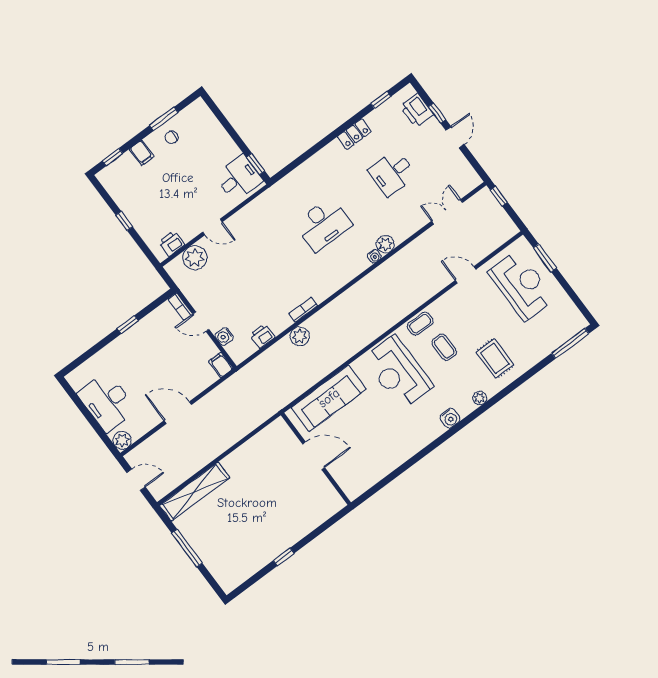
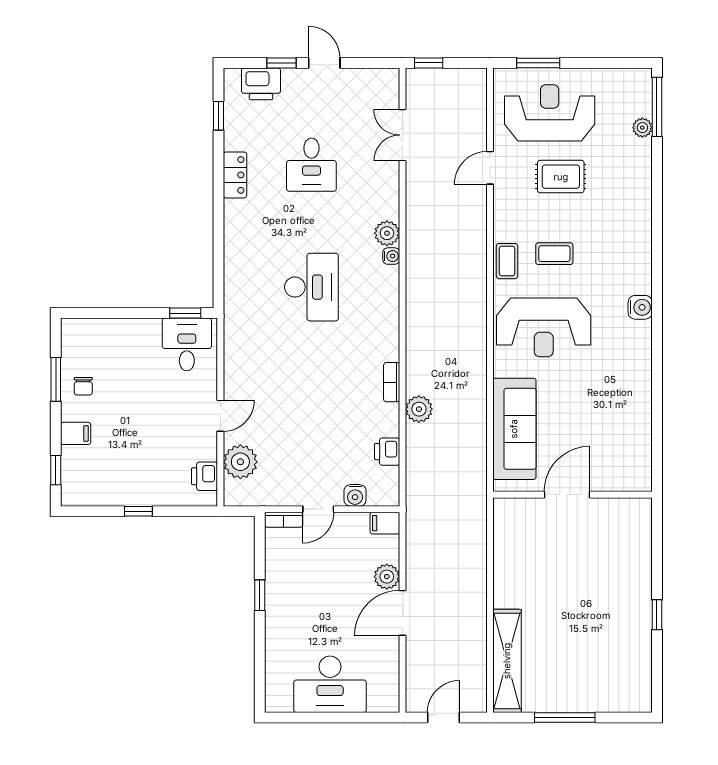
rug: (495, 358) -> (561, 177), moved
plant: (480, 398) -> (642, 128), moved
plant: (122, 440) -> (387, 577), moved

